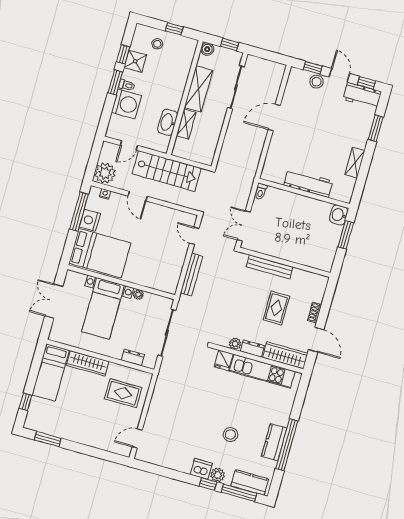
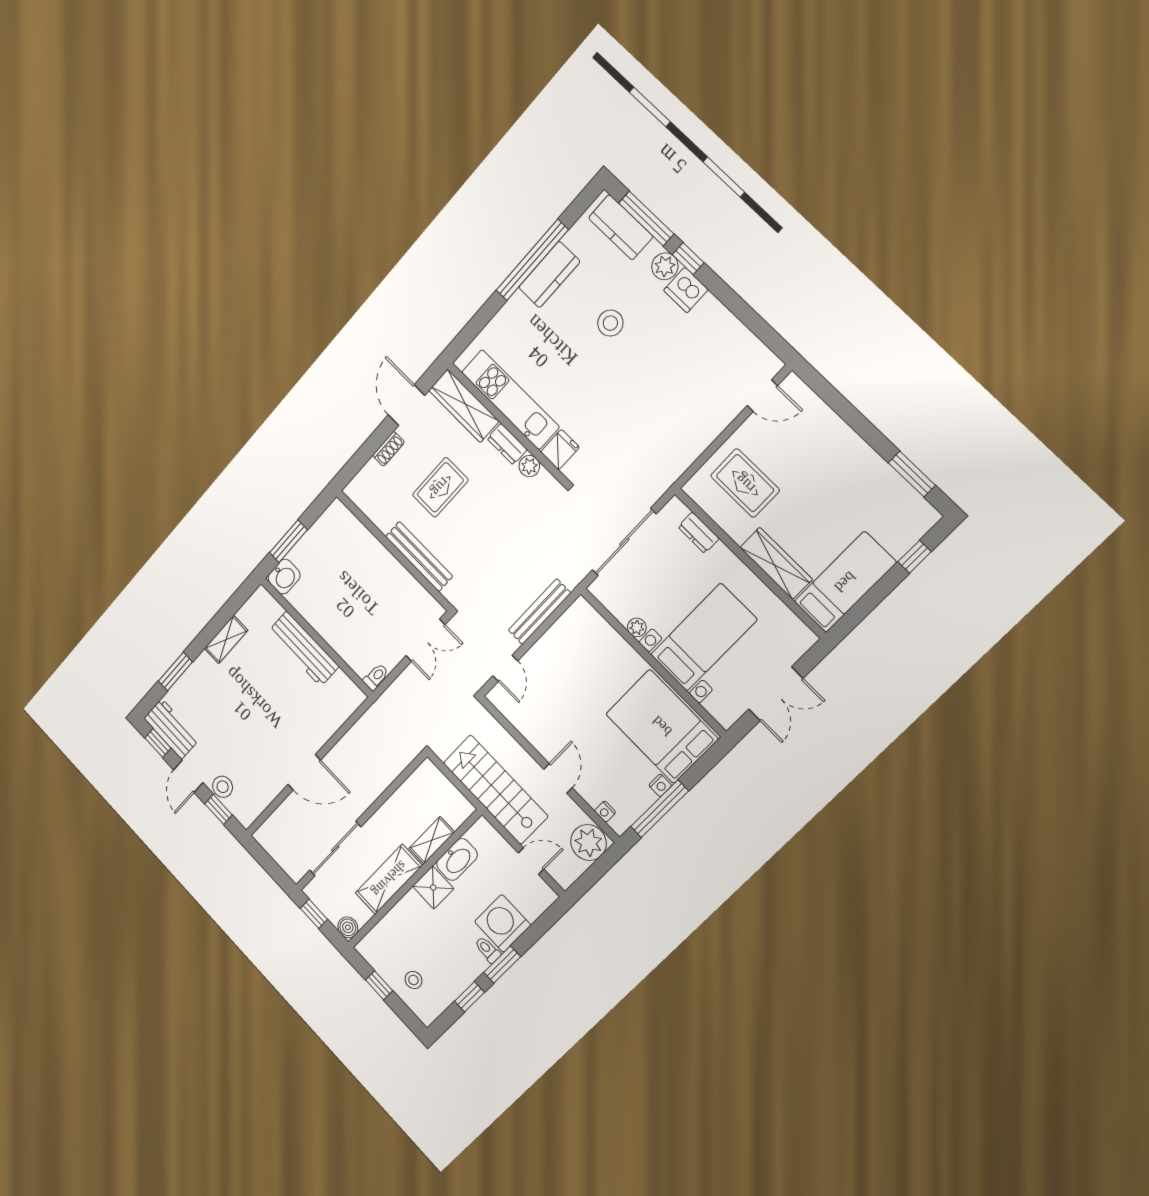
shower: (135, 61) -> (433, 887), moved
nightstand: (90, 220) -> (660, 785), width x0.53, depth x0.56

